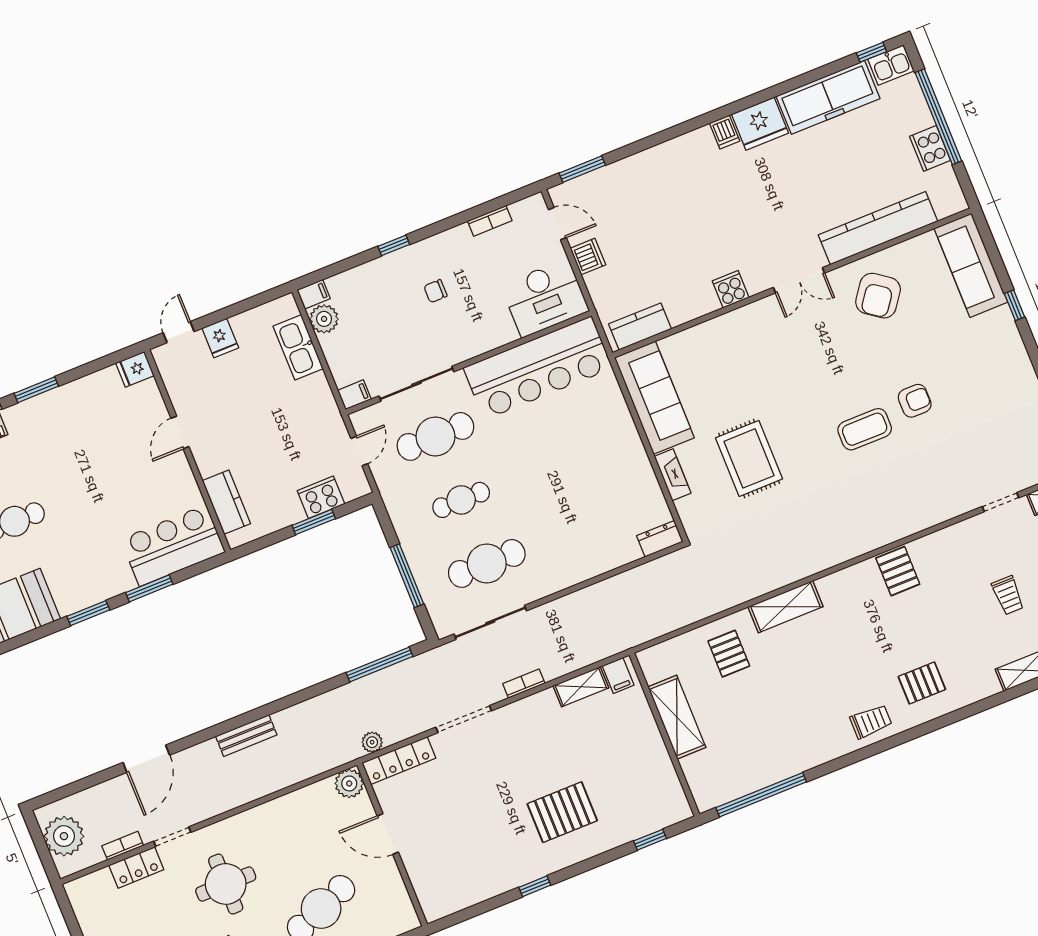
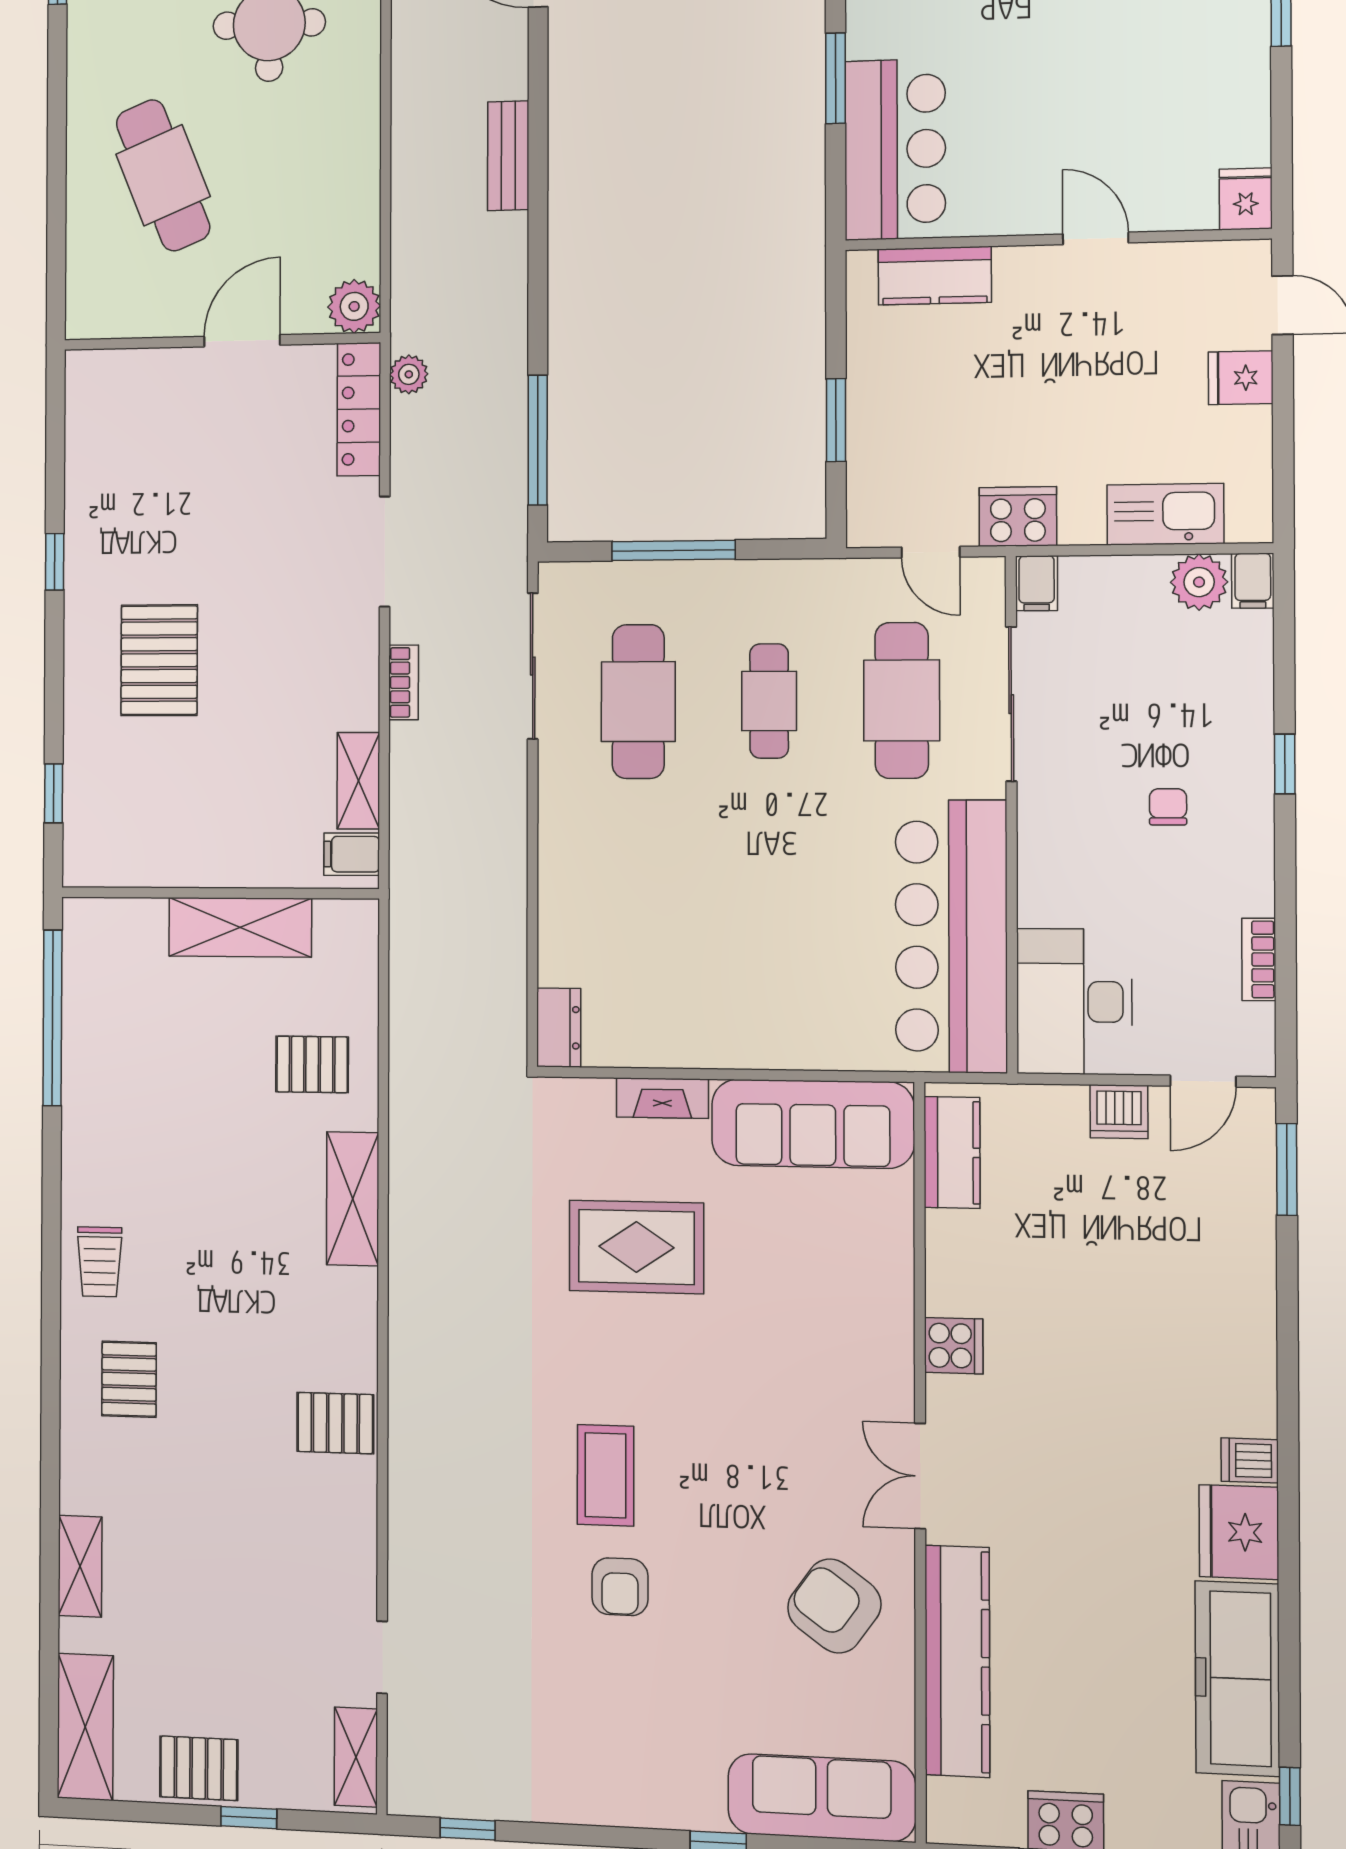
cooker: (321, 497) -> (1018, 517), moved, turned -90
trolley: (1008, 595) -> (218, 1597), removed

